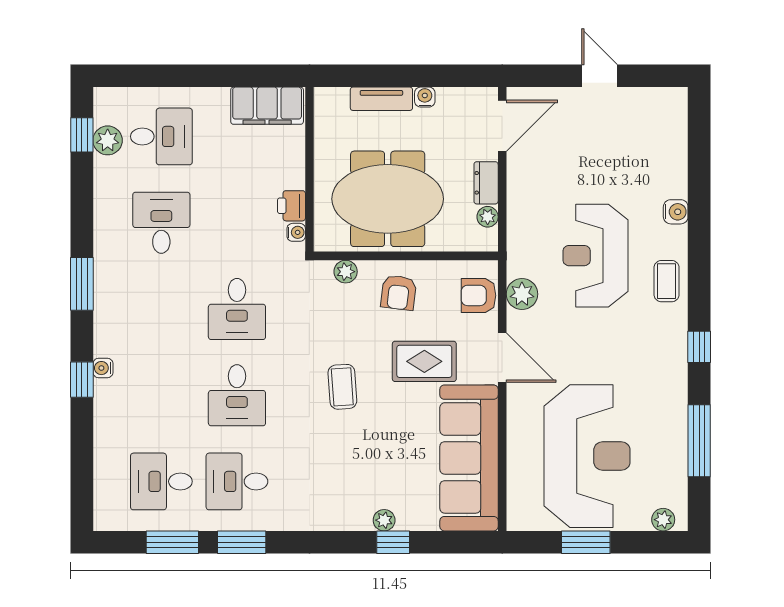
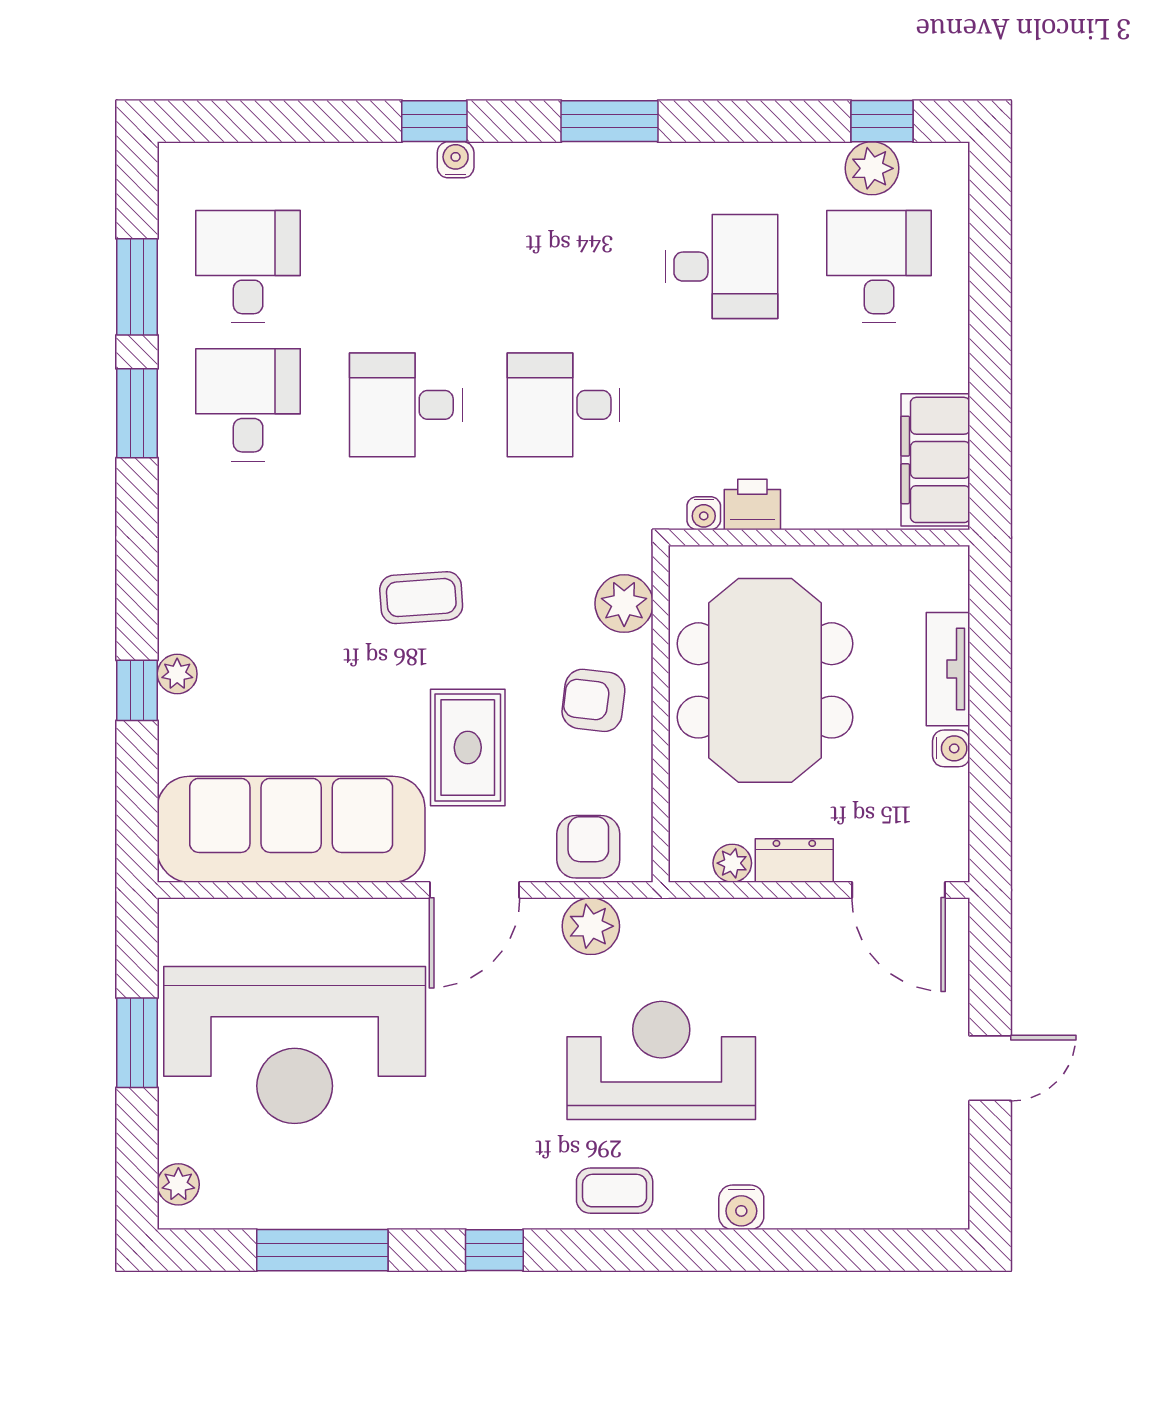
desk: (161, 136) -> (879, 267), turned 180
plant: (346, 272) -> (624, 604), width x1.38, depth x1.38

